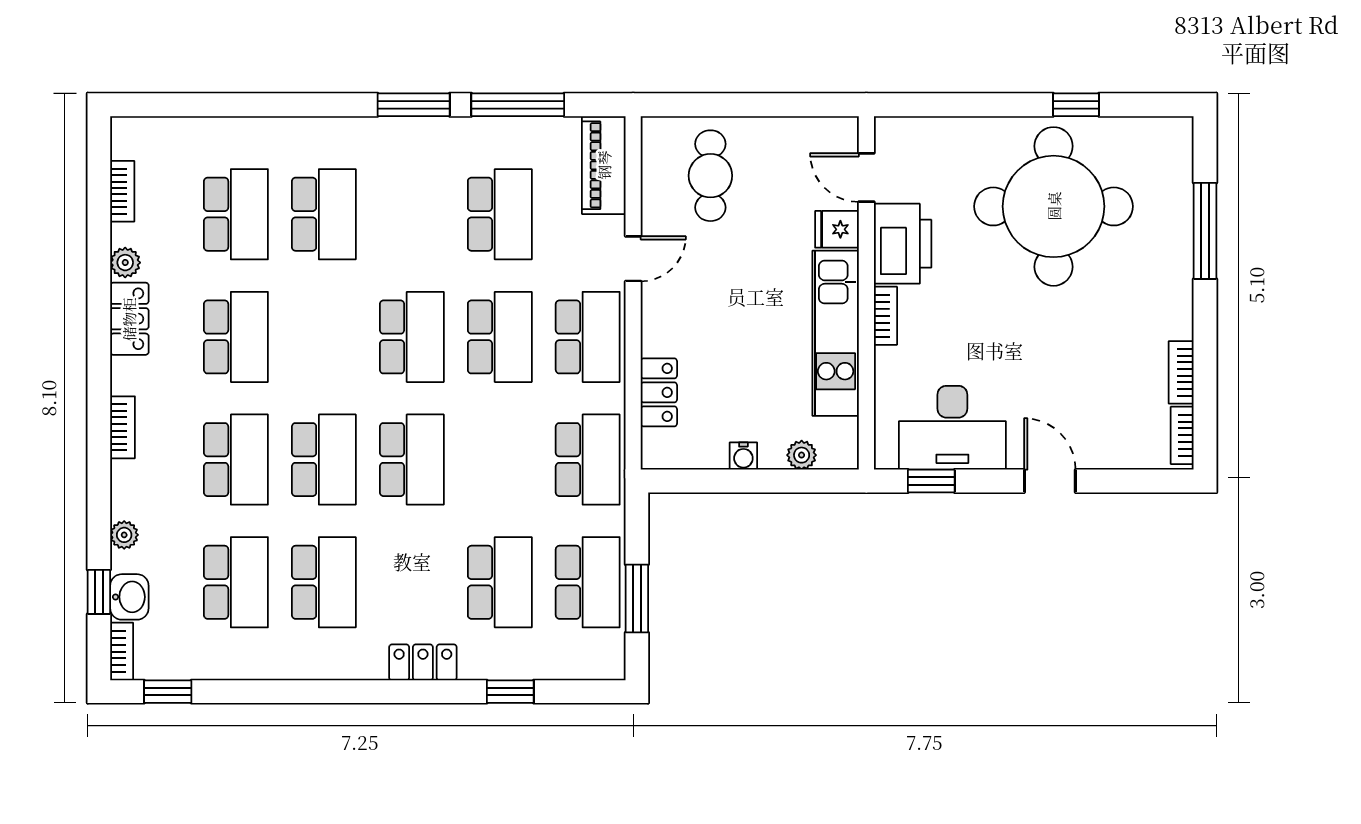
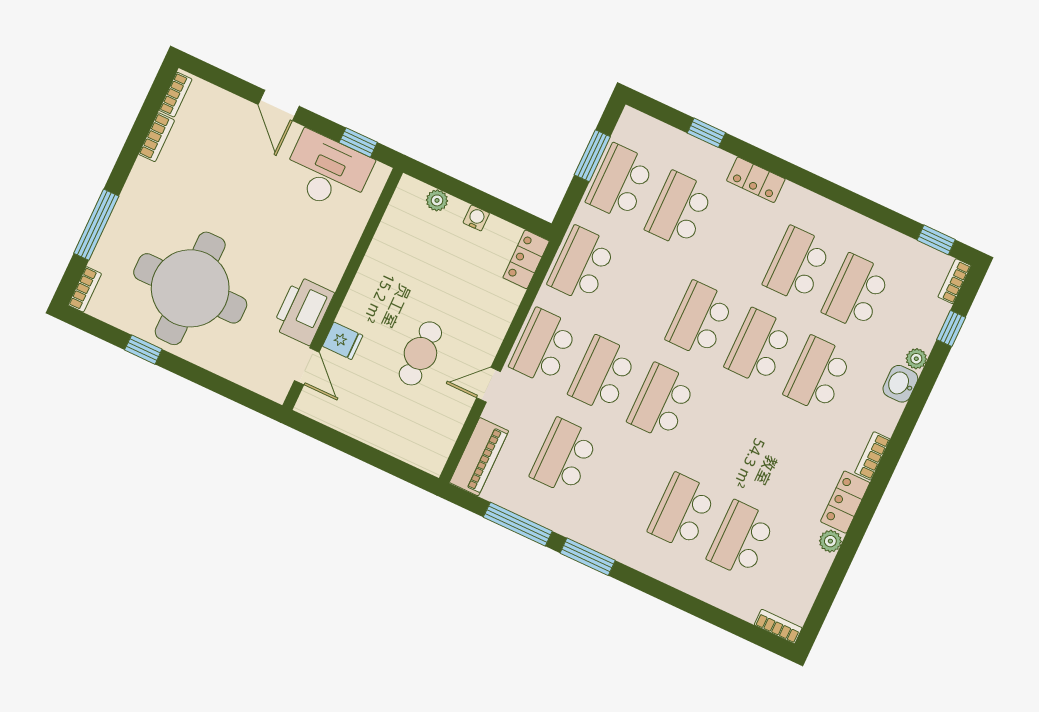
cafe table: (710, 176) -> (420, 353), moved
bookcase: (122, 191) -> (778, 626), moved, turned 90
bookcase: (886, 316) -> (85, 289), moved, turned 180
kitchen unit: (836, 333) -> (376, 272), removed
school desk: (236, 337) -> (779, 457), removed
locker: (659, 392) -> (526, 259), moved
bookcase: (123, 427) -> (872, 456), moved
washbasin: (129, 597) -> (900, 384), moved

